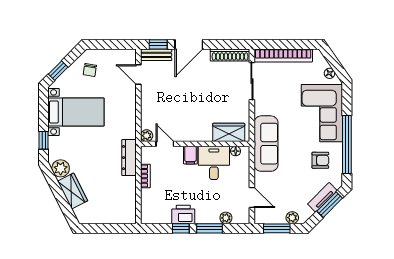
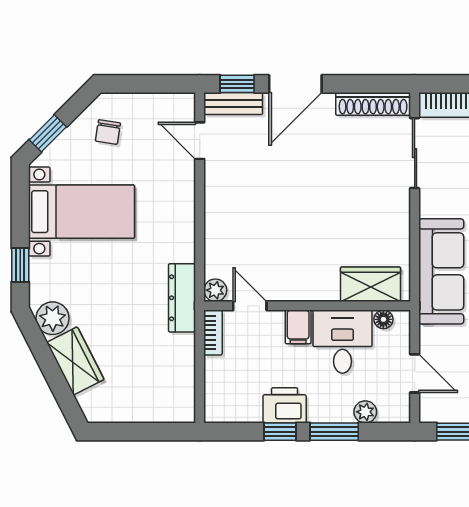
wardrobe: (229, 132) -> (371, 284), moved
plant: (147, 136) -> (215, 290), moved
door: (165, 144) -> (250, 306), moved
wall: (195, 144) -> (307, 306), moved
floor lamp: (236, 151) -> (383, 319), moved
filing cabinet: (190, 155) -> (298, 327), moved
desk: (214, 163) -> (342, 342), moved

